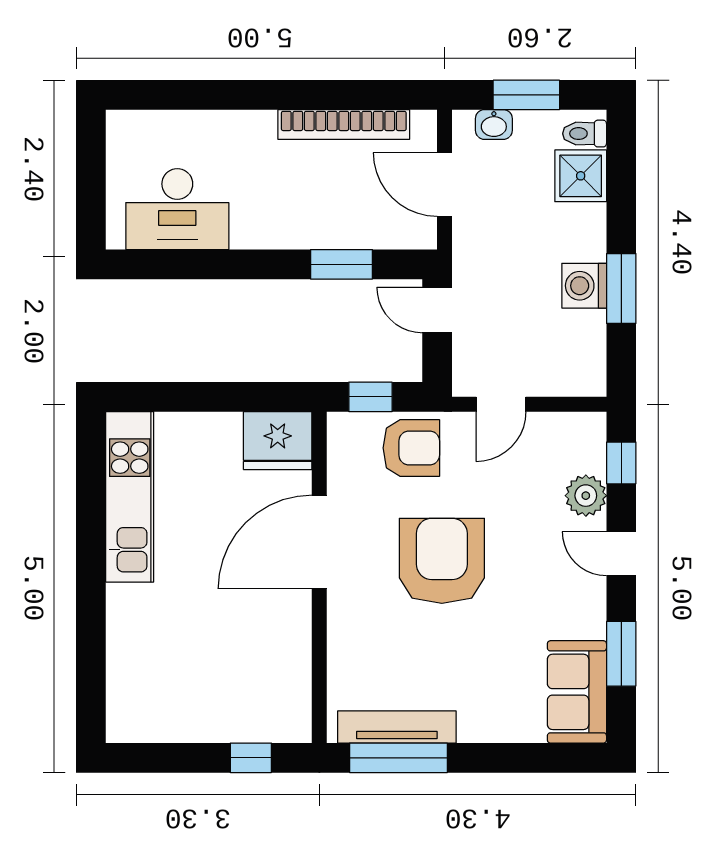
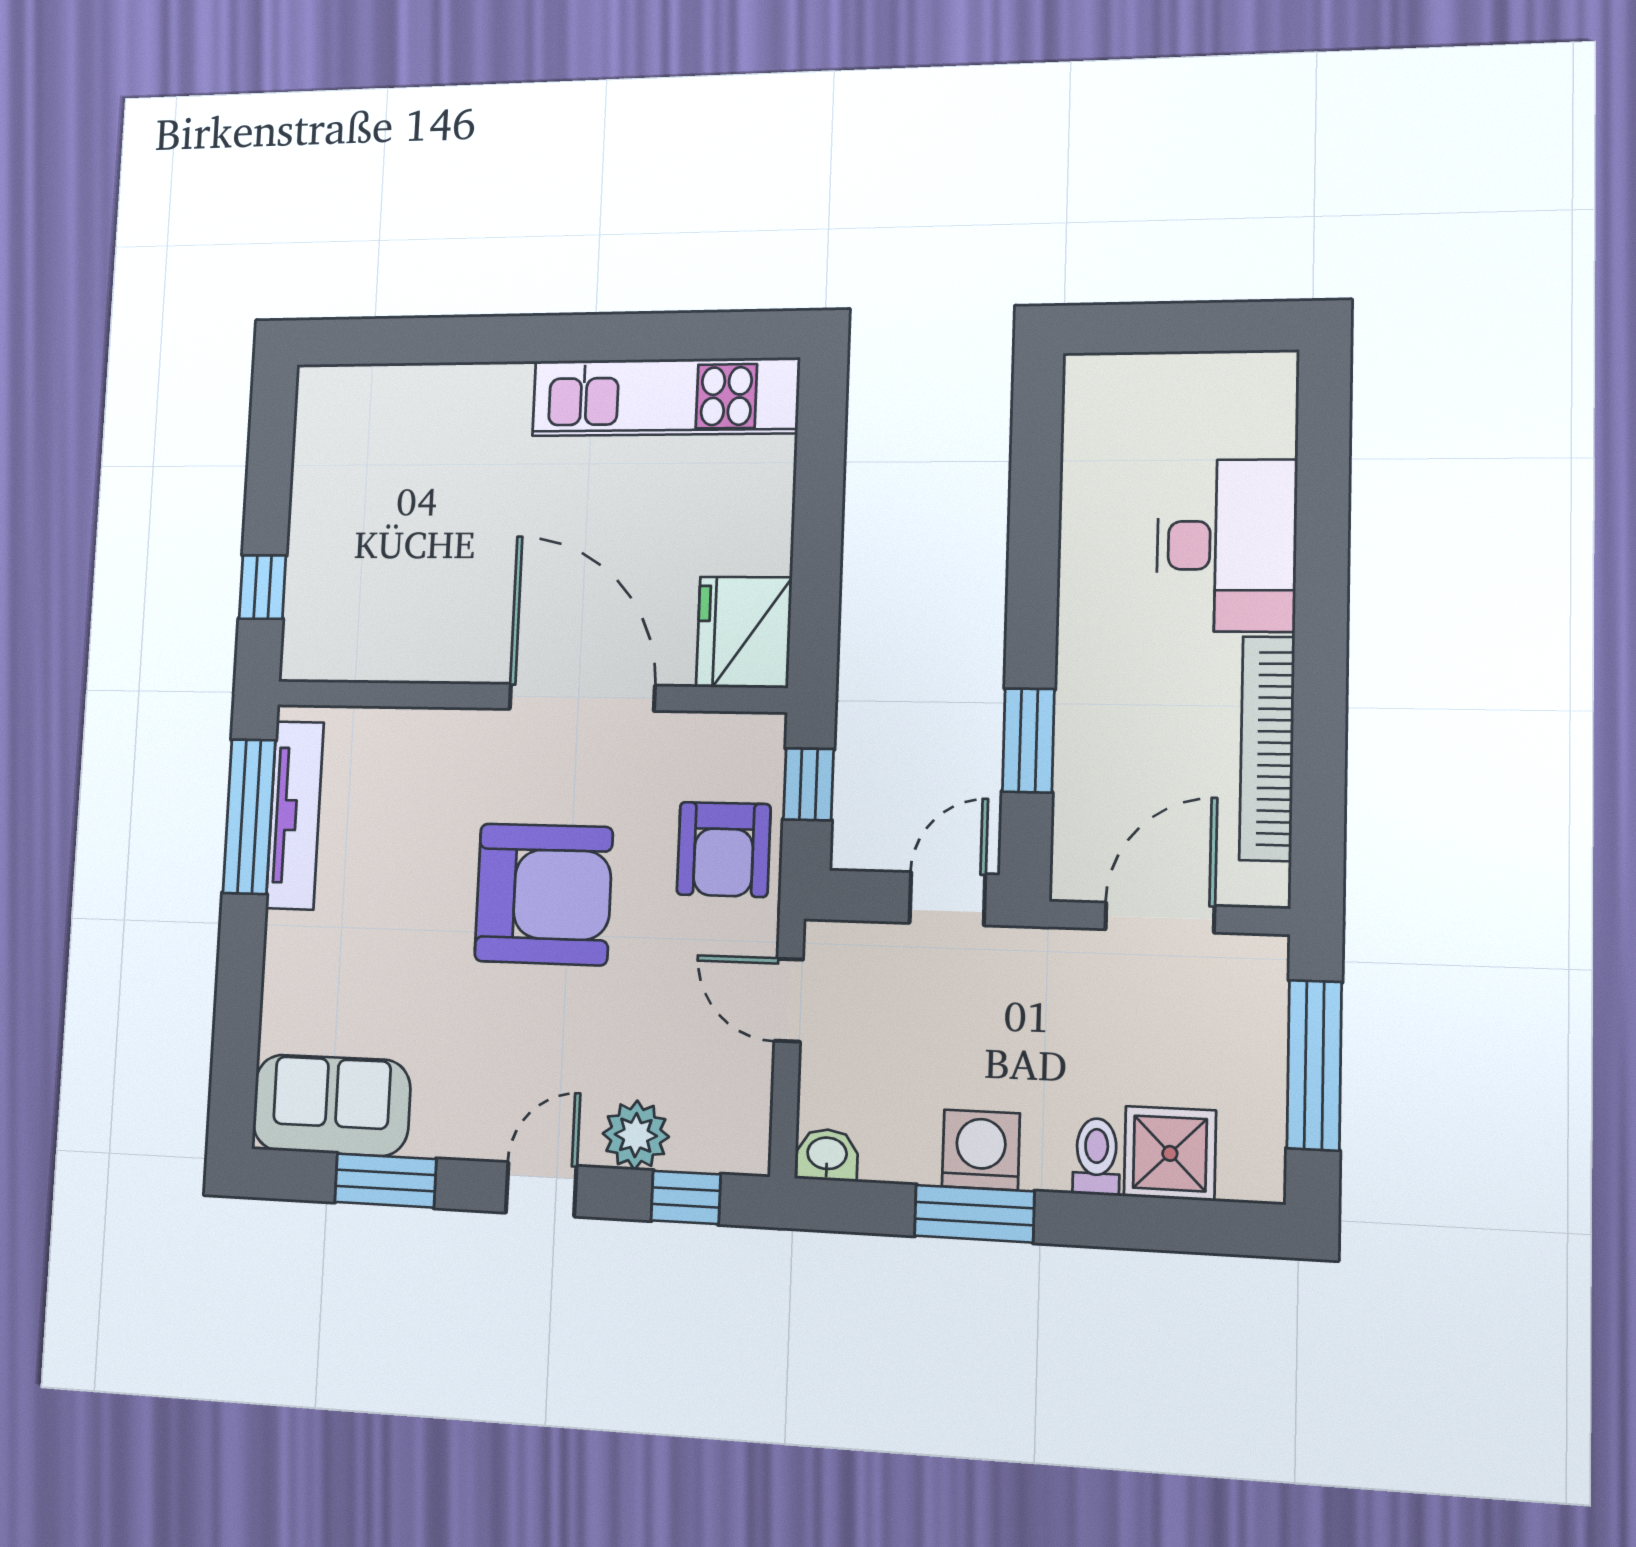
window: (526, 95) -> (1314, 1065), width x1.44
washbasin: (494, 124) -> (827, 1155), moved, turned 90
toilet: (585, 134) -> (1096, 1157), moved
desk: (177, 209) -> (1227, 545), moved, turned 180

